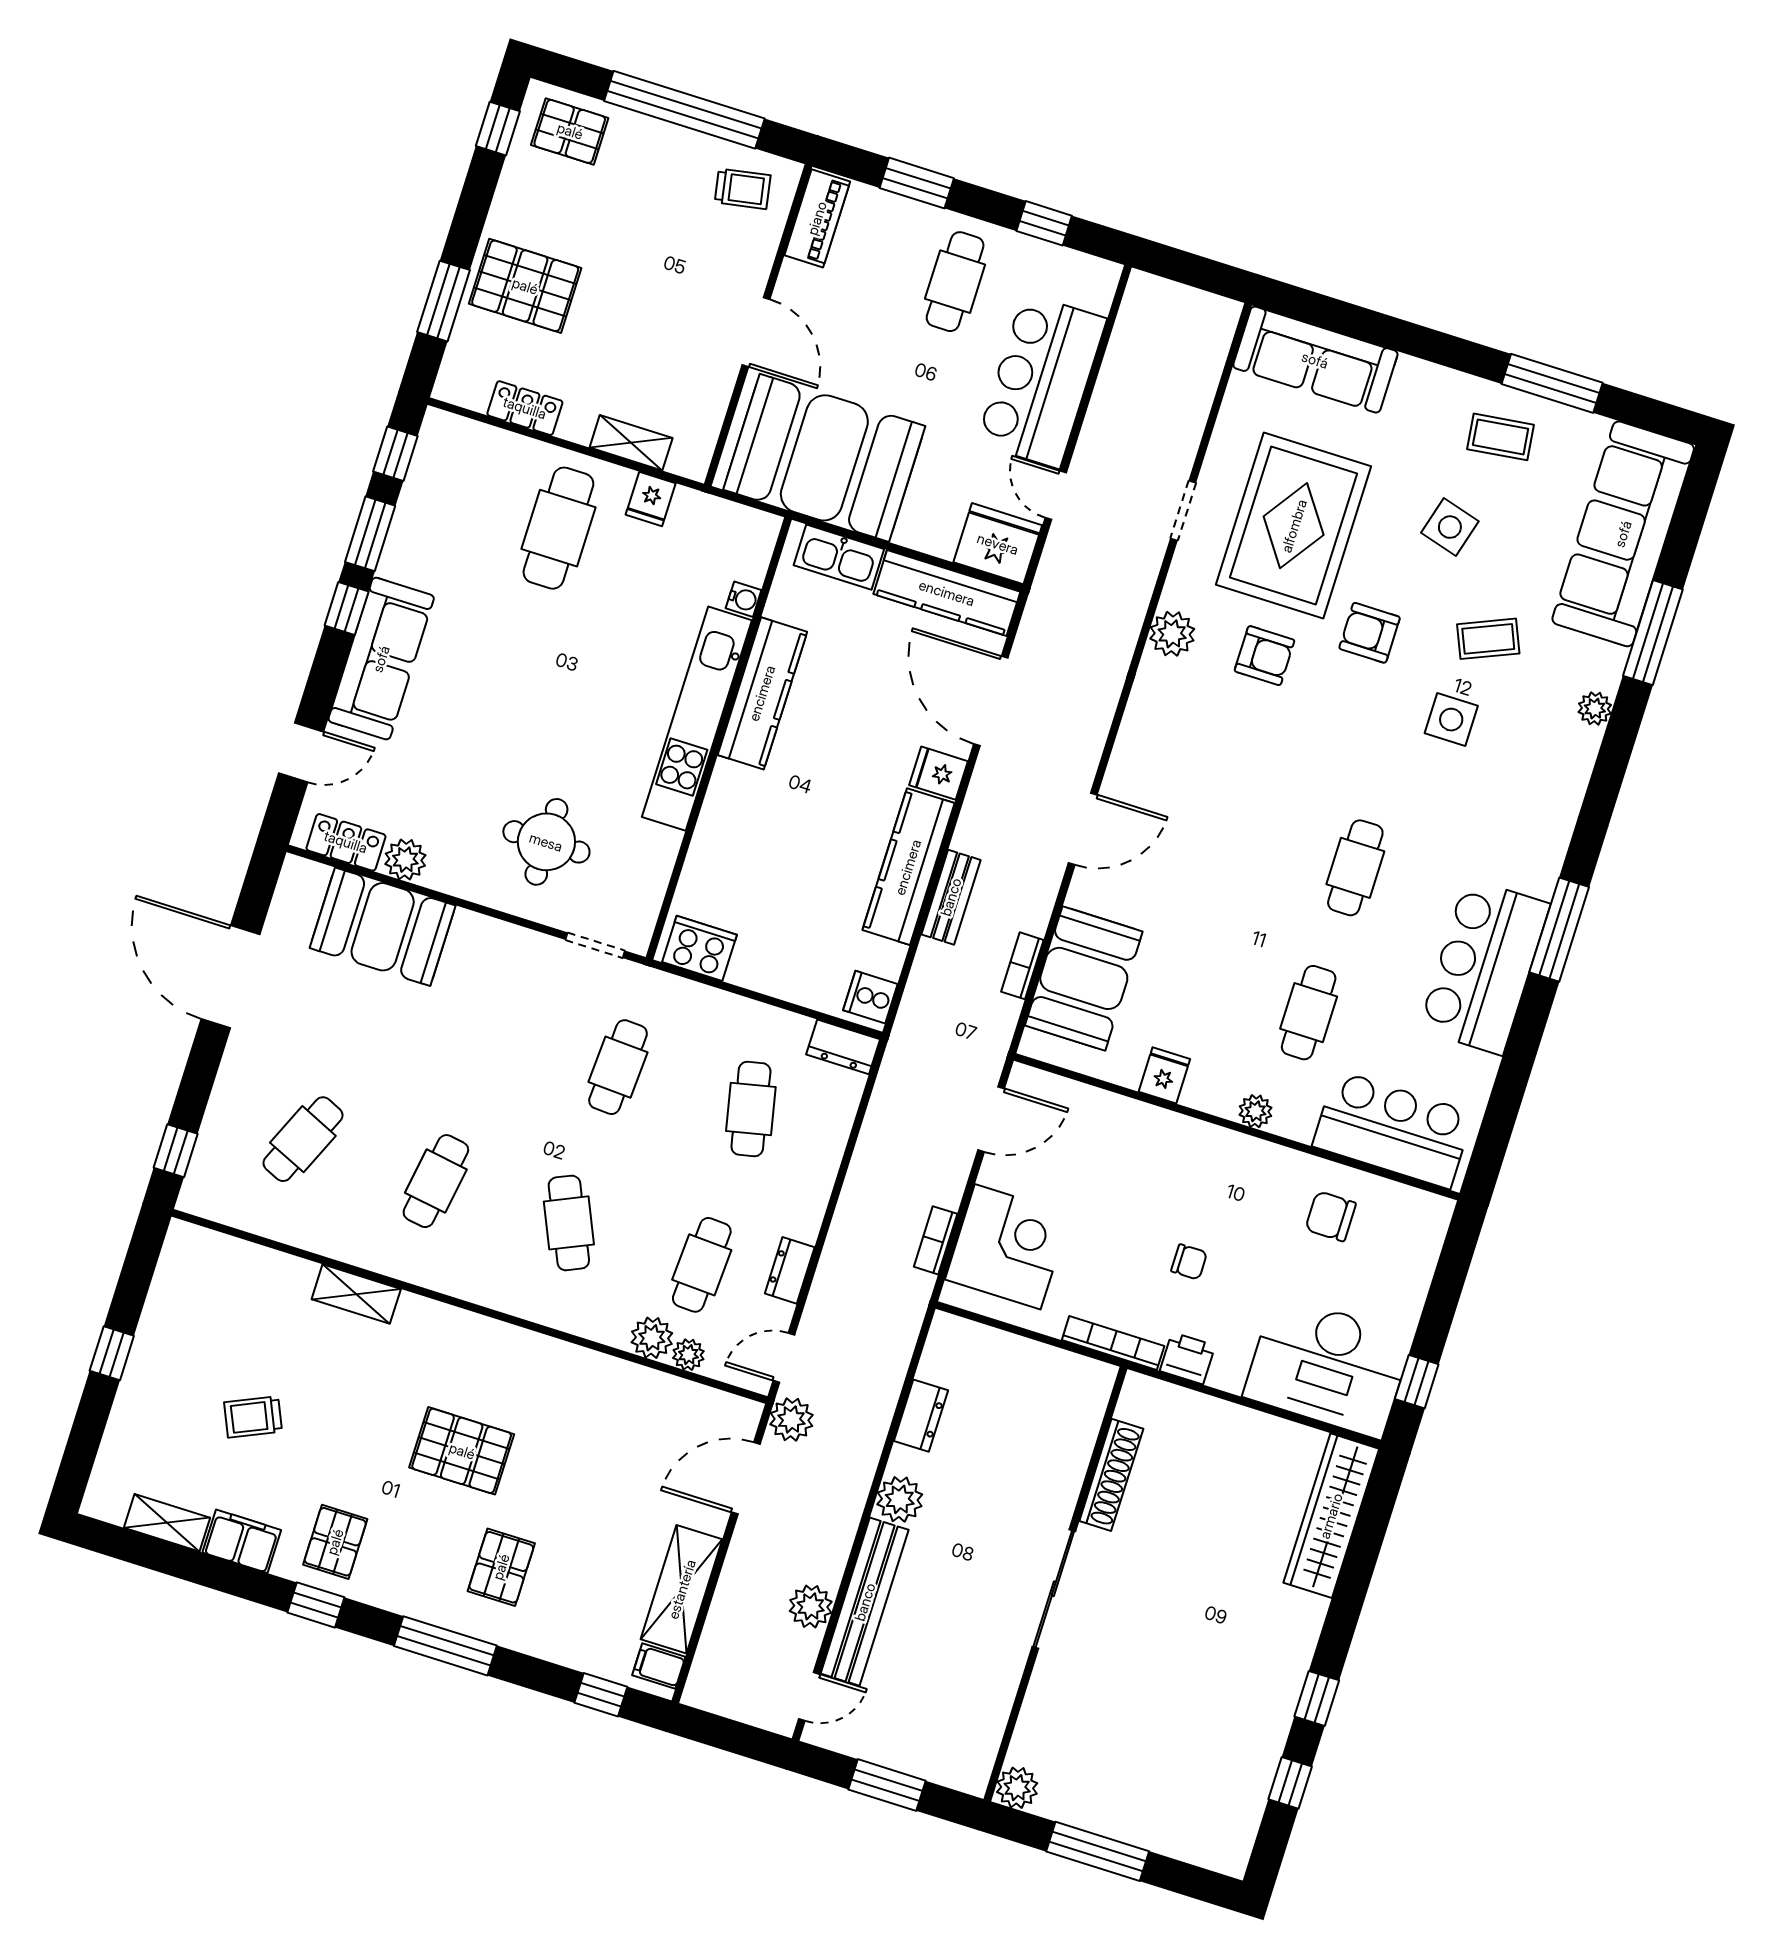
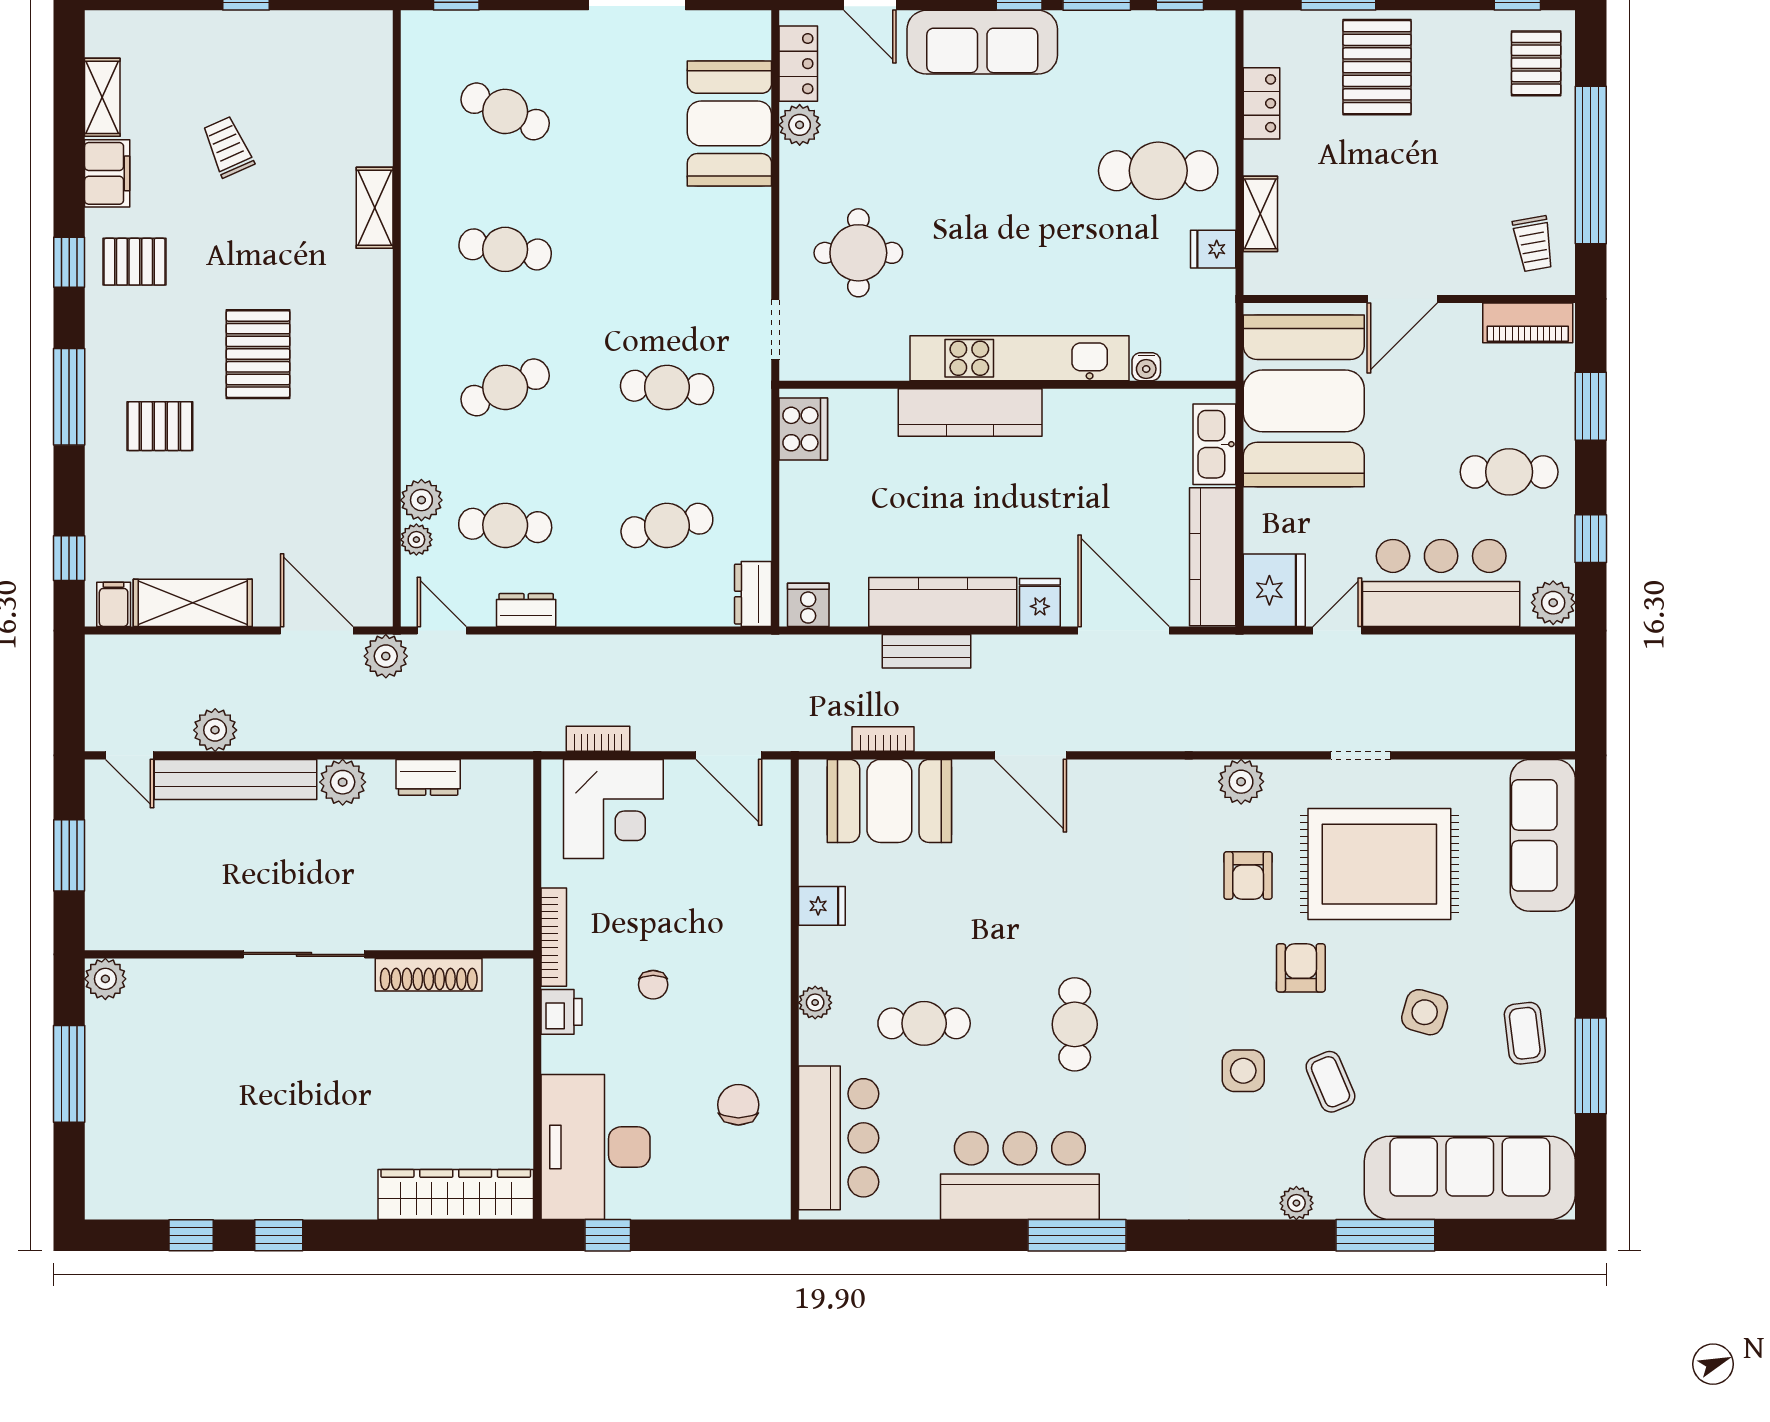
plant: (1094, 279) -> (1553, 603), added
kitchen counter: (762, 693) -> (970, 413), moved
door: (991, 701) -> (1124, 631), hinge flipped
cafe table: (1355, 868) -> (1075, 1024), turned 90

